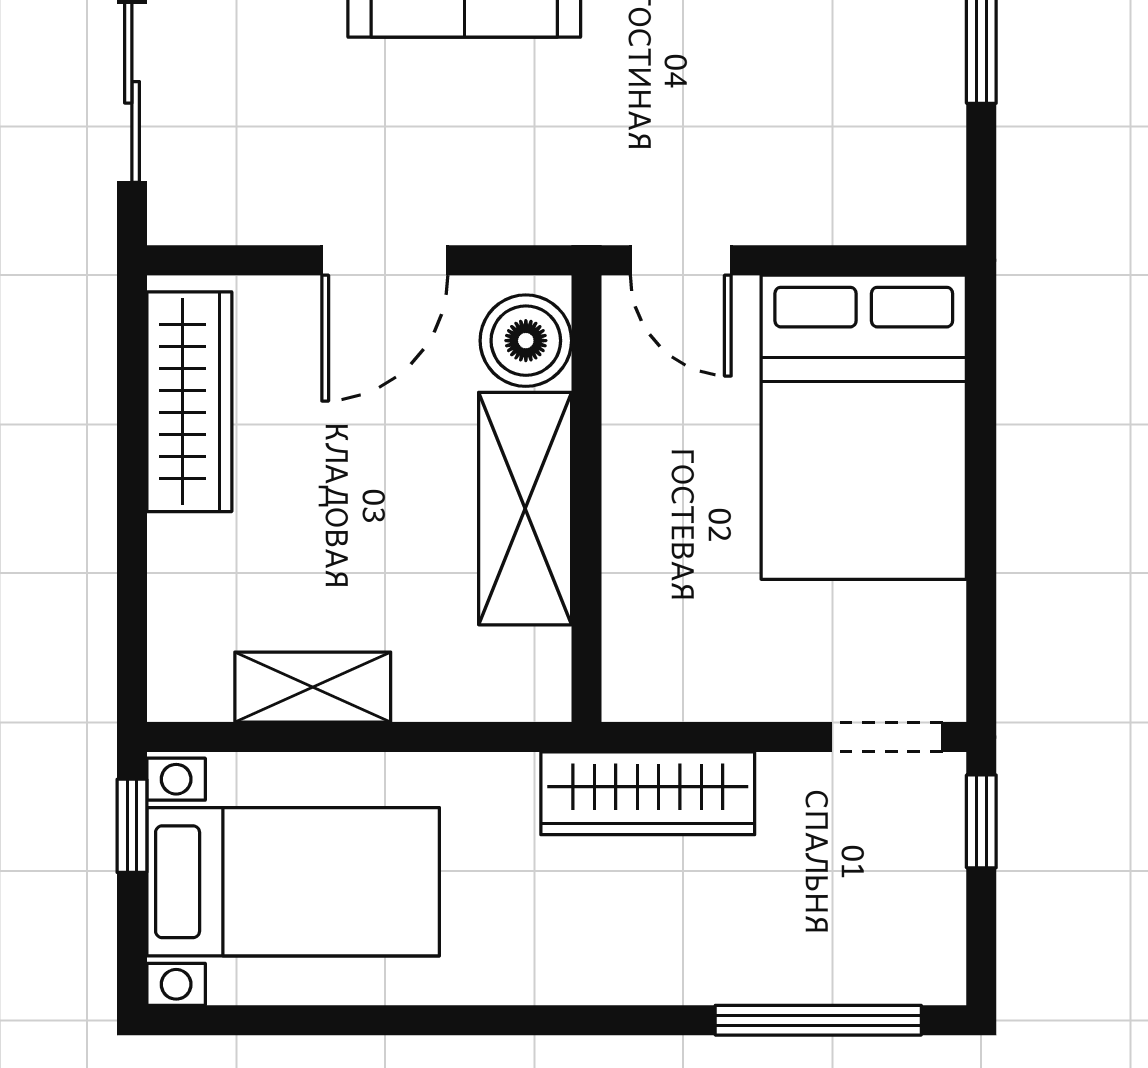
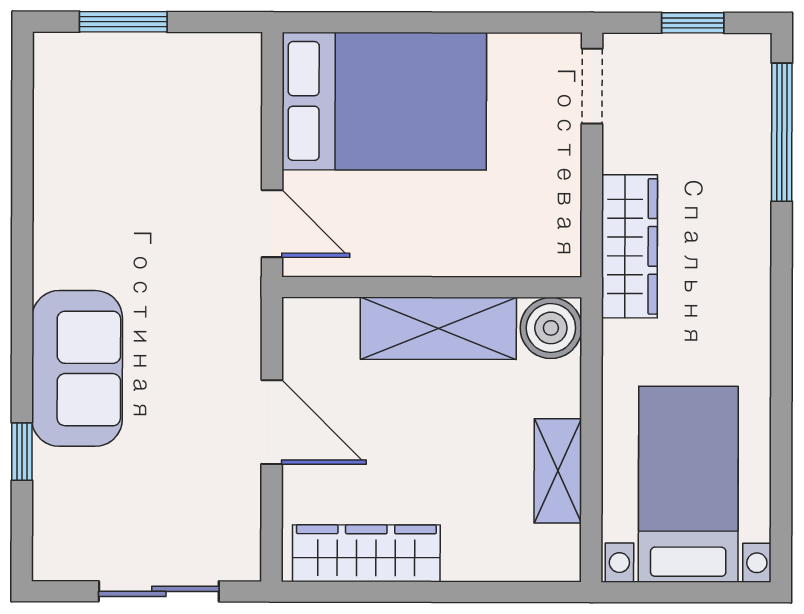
door: (681, 260) -> (272, 224), hinge flipped
boiler: (526, 341) -> (551, 328), moved
window: (981, 821) -> (693, 23), moved
window: (132, 826) -> (651, 592), removed

